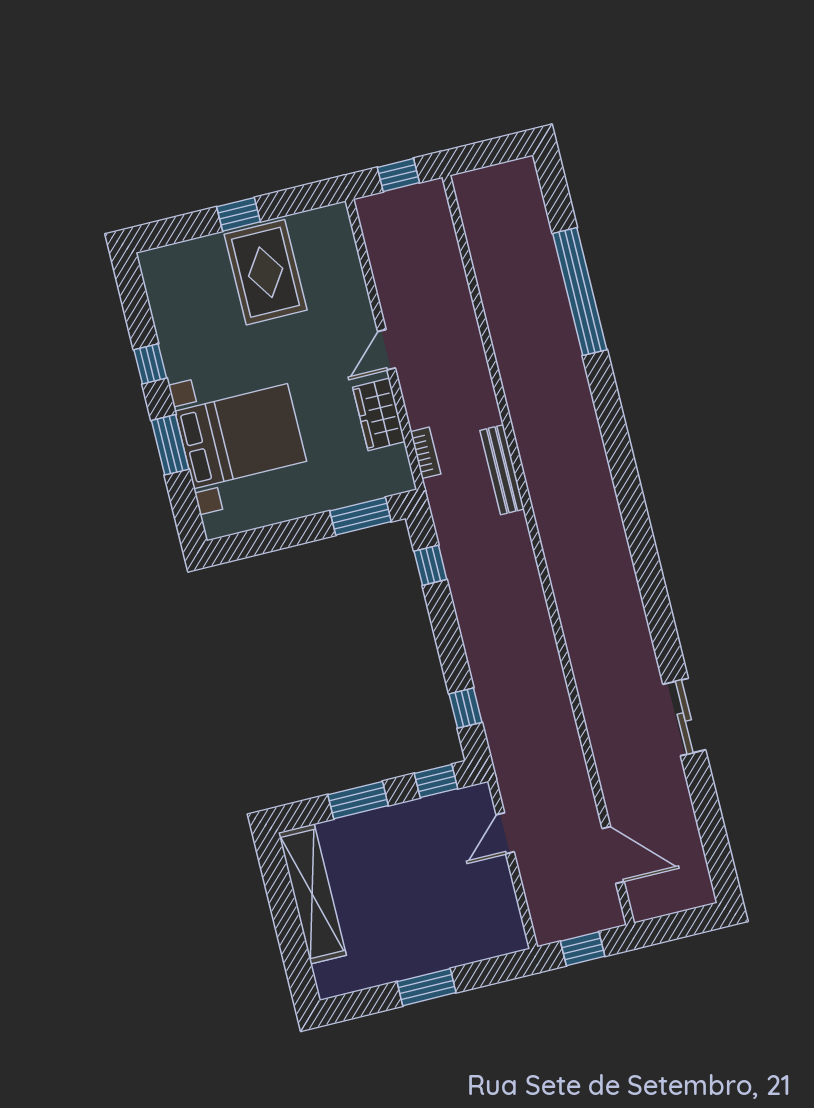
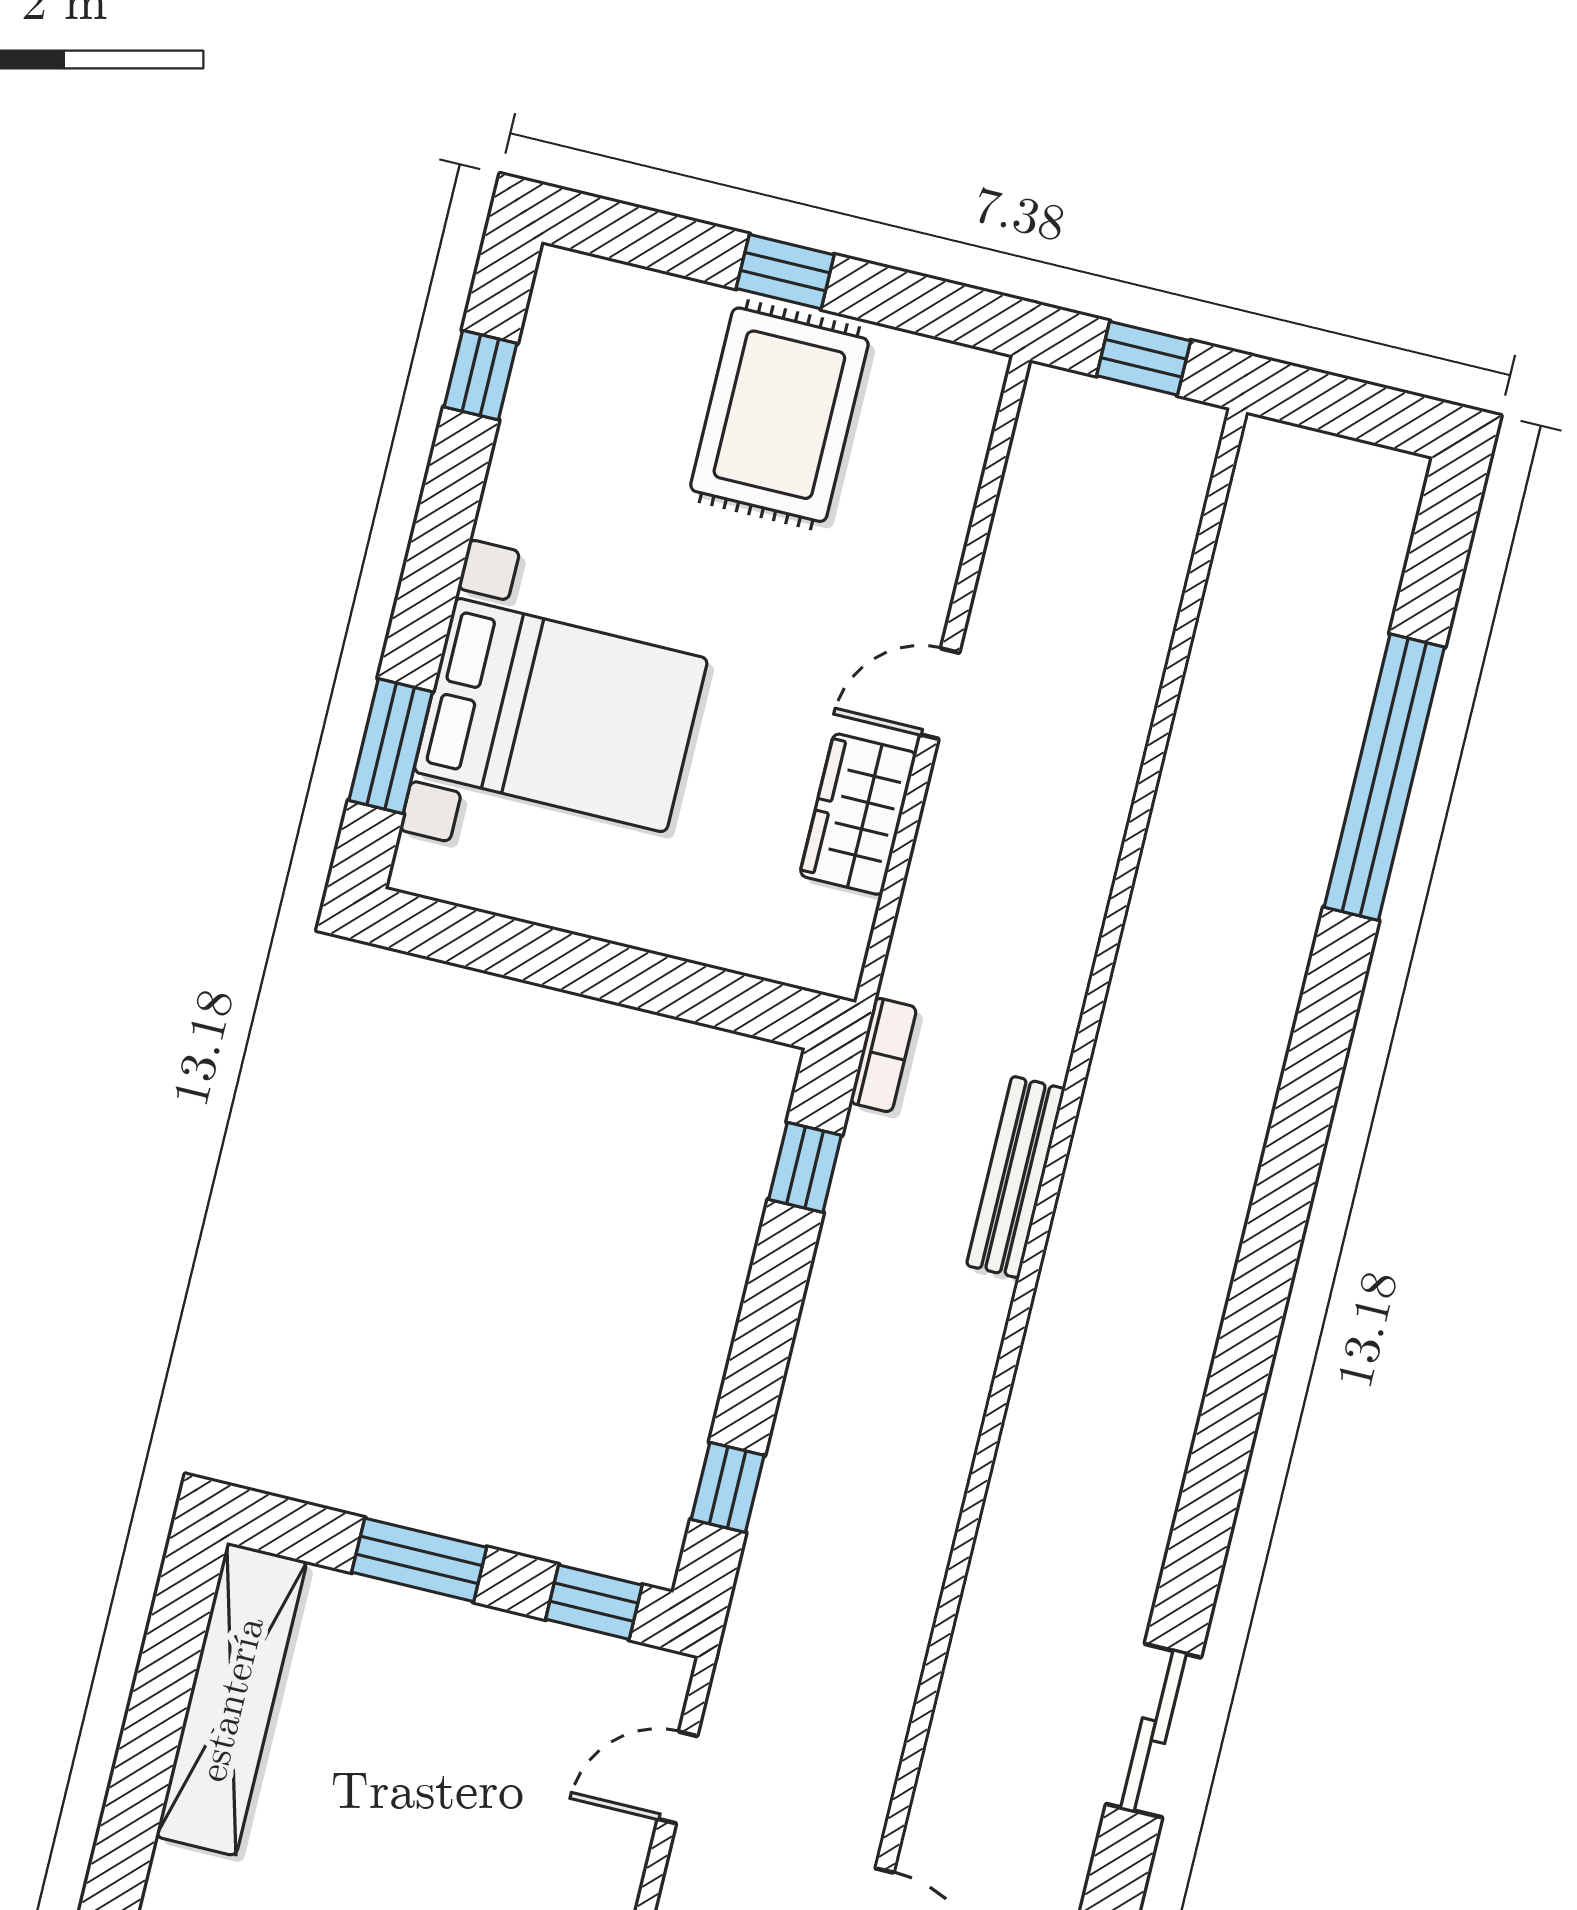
window: (150, 364) -> (480, 375), moved
window: (170, 445) -> (391, 746), moved
bookcase: (426, 453) -> (883, 1055), moved
bench: (502, 470) -> (1016, 1177), moved
window: (361, 516) -> (717, 998), removed

